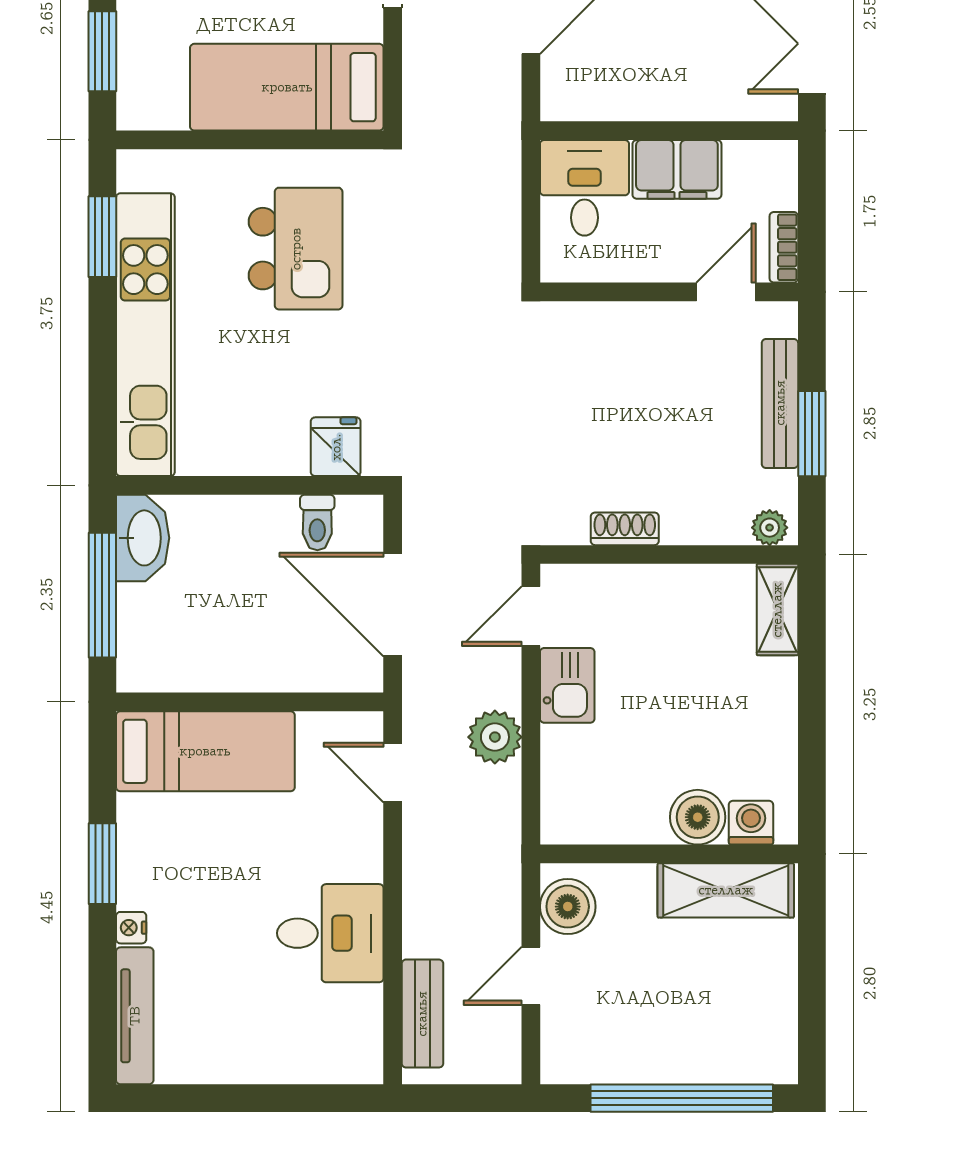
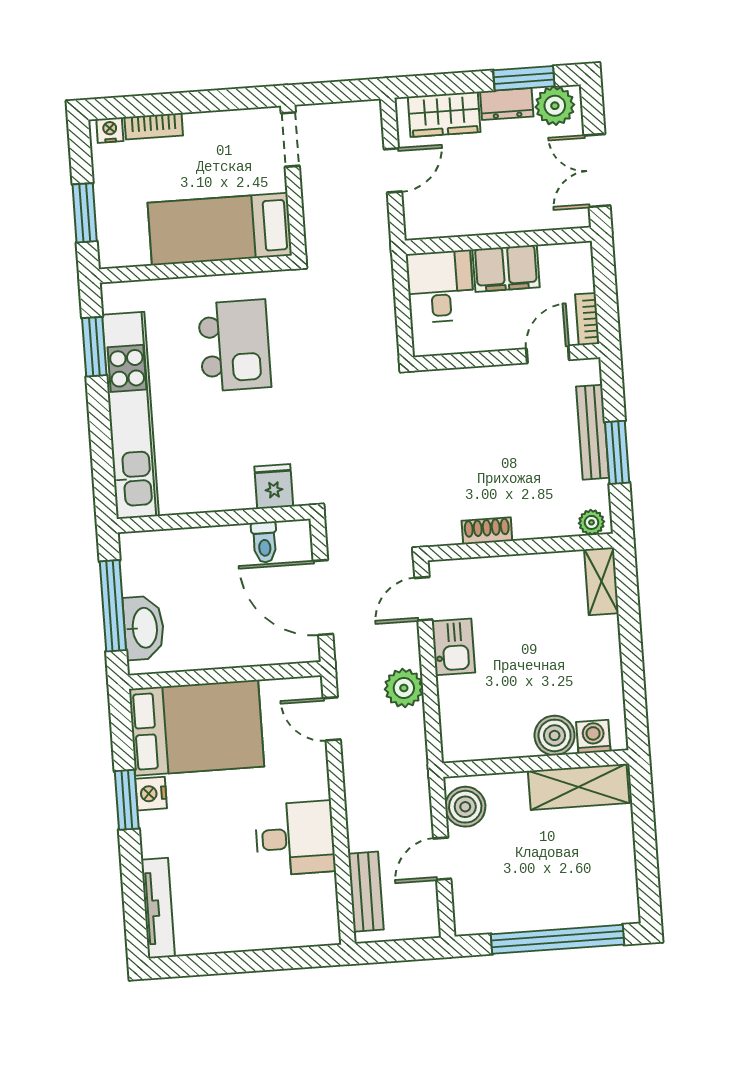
washbasin: (143, 538) -> (144, 628), moved
bed: (205, 751) -> (196, 728), width x1.50
nightstand: (131, 928) -> (151, 794), moved, width x1.39, depth x1.35

